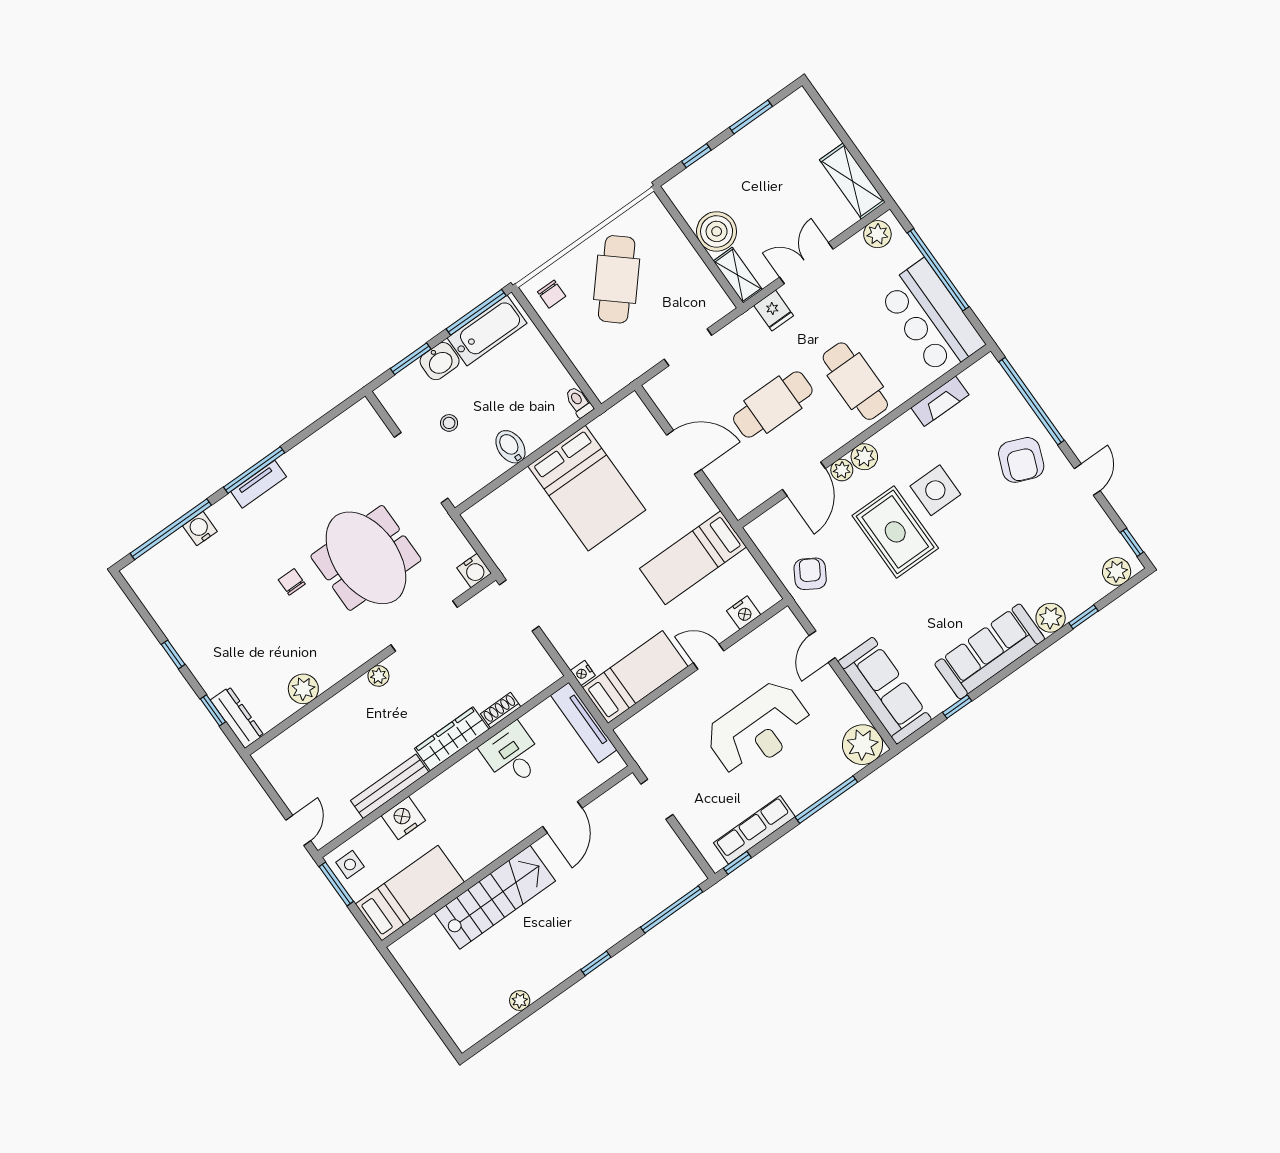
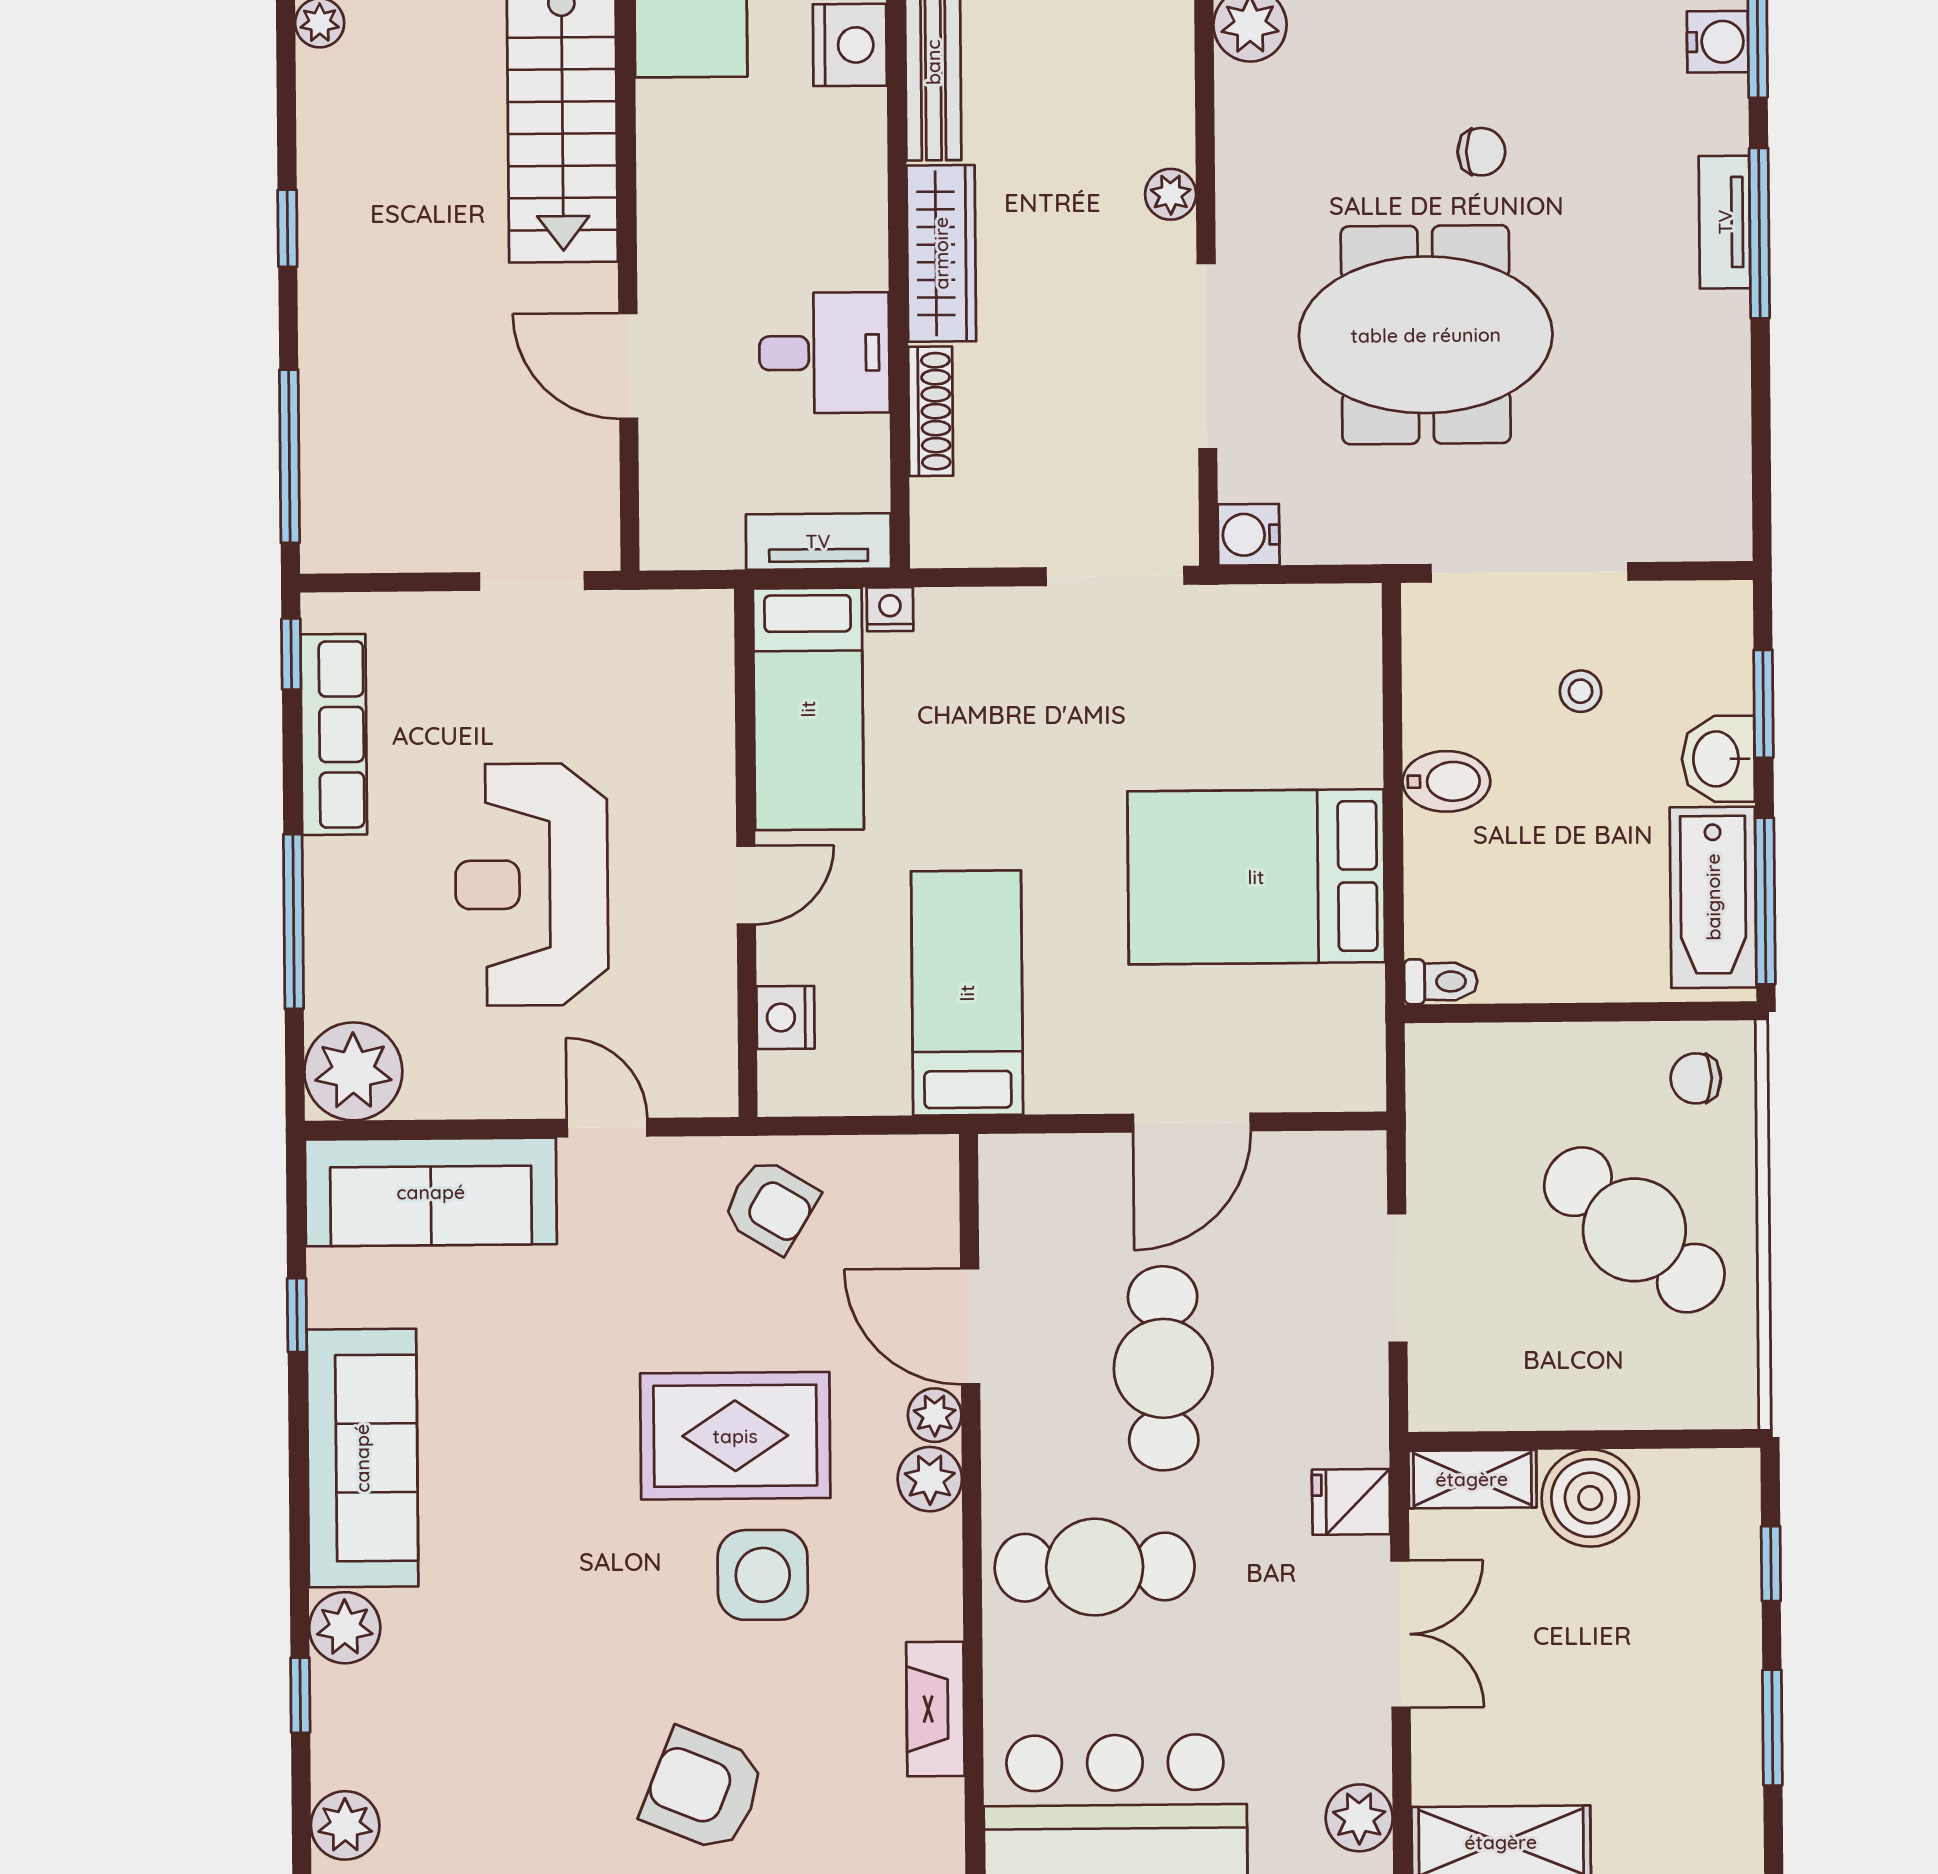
shoe rack: (501, 710) -> (931, 411), width x1.43
tv unit: (584, 723) -> (818, 541), width x0.71

